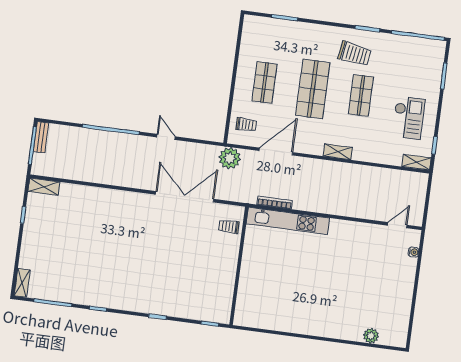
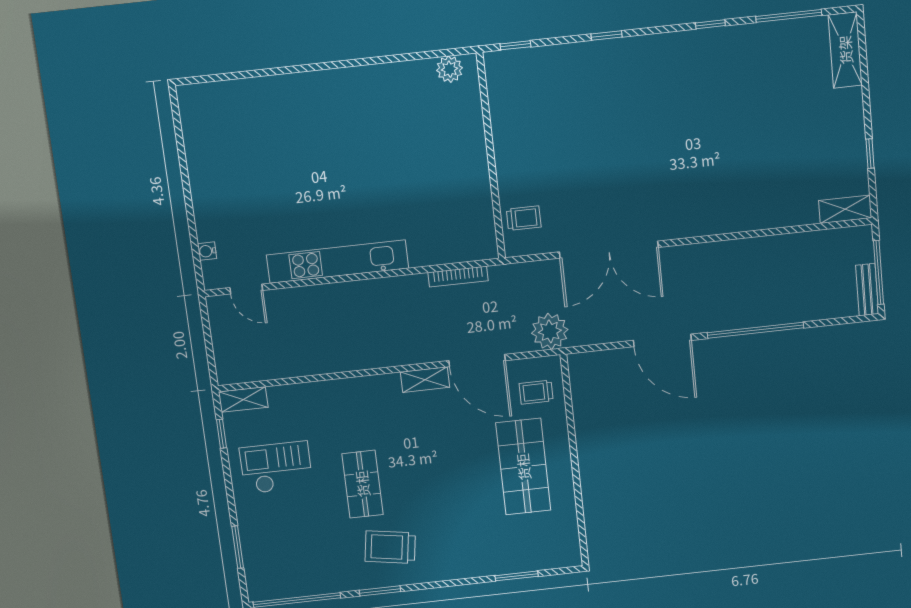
shop shelf: (264, 83) -> (523, 467), width x1.43, depth x1.36
shop shelf: (313, 89) -> (443, 475), removed
checkout: (408, 118) -> (276, 468), turned 90
door: (166, 137) -> (662, 340), width x1.88
door: (276, 152) -> (477, 361), hinge flipped
shelving: (338, 152) -> (425, 380), moved
kitchen unit: (288, 221) -> (338, 262), moved
door: (397, 225) -> (246, 289), hinge flipped
shelving: (22, 283) -> (845, 50), width x1.50, depth x1.33
plant: (371, 336) -> (450, 69), moved

